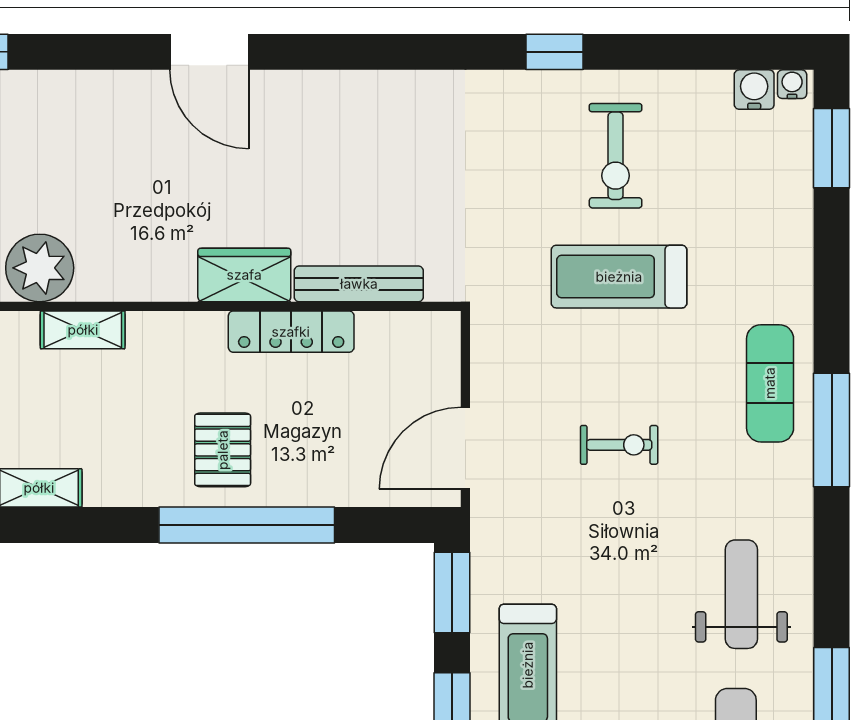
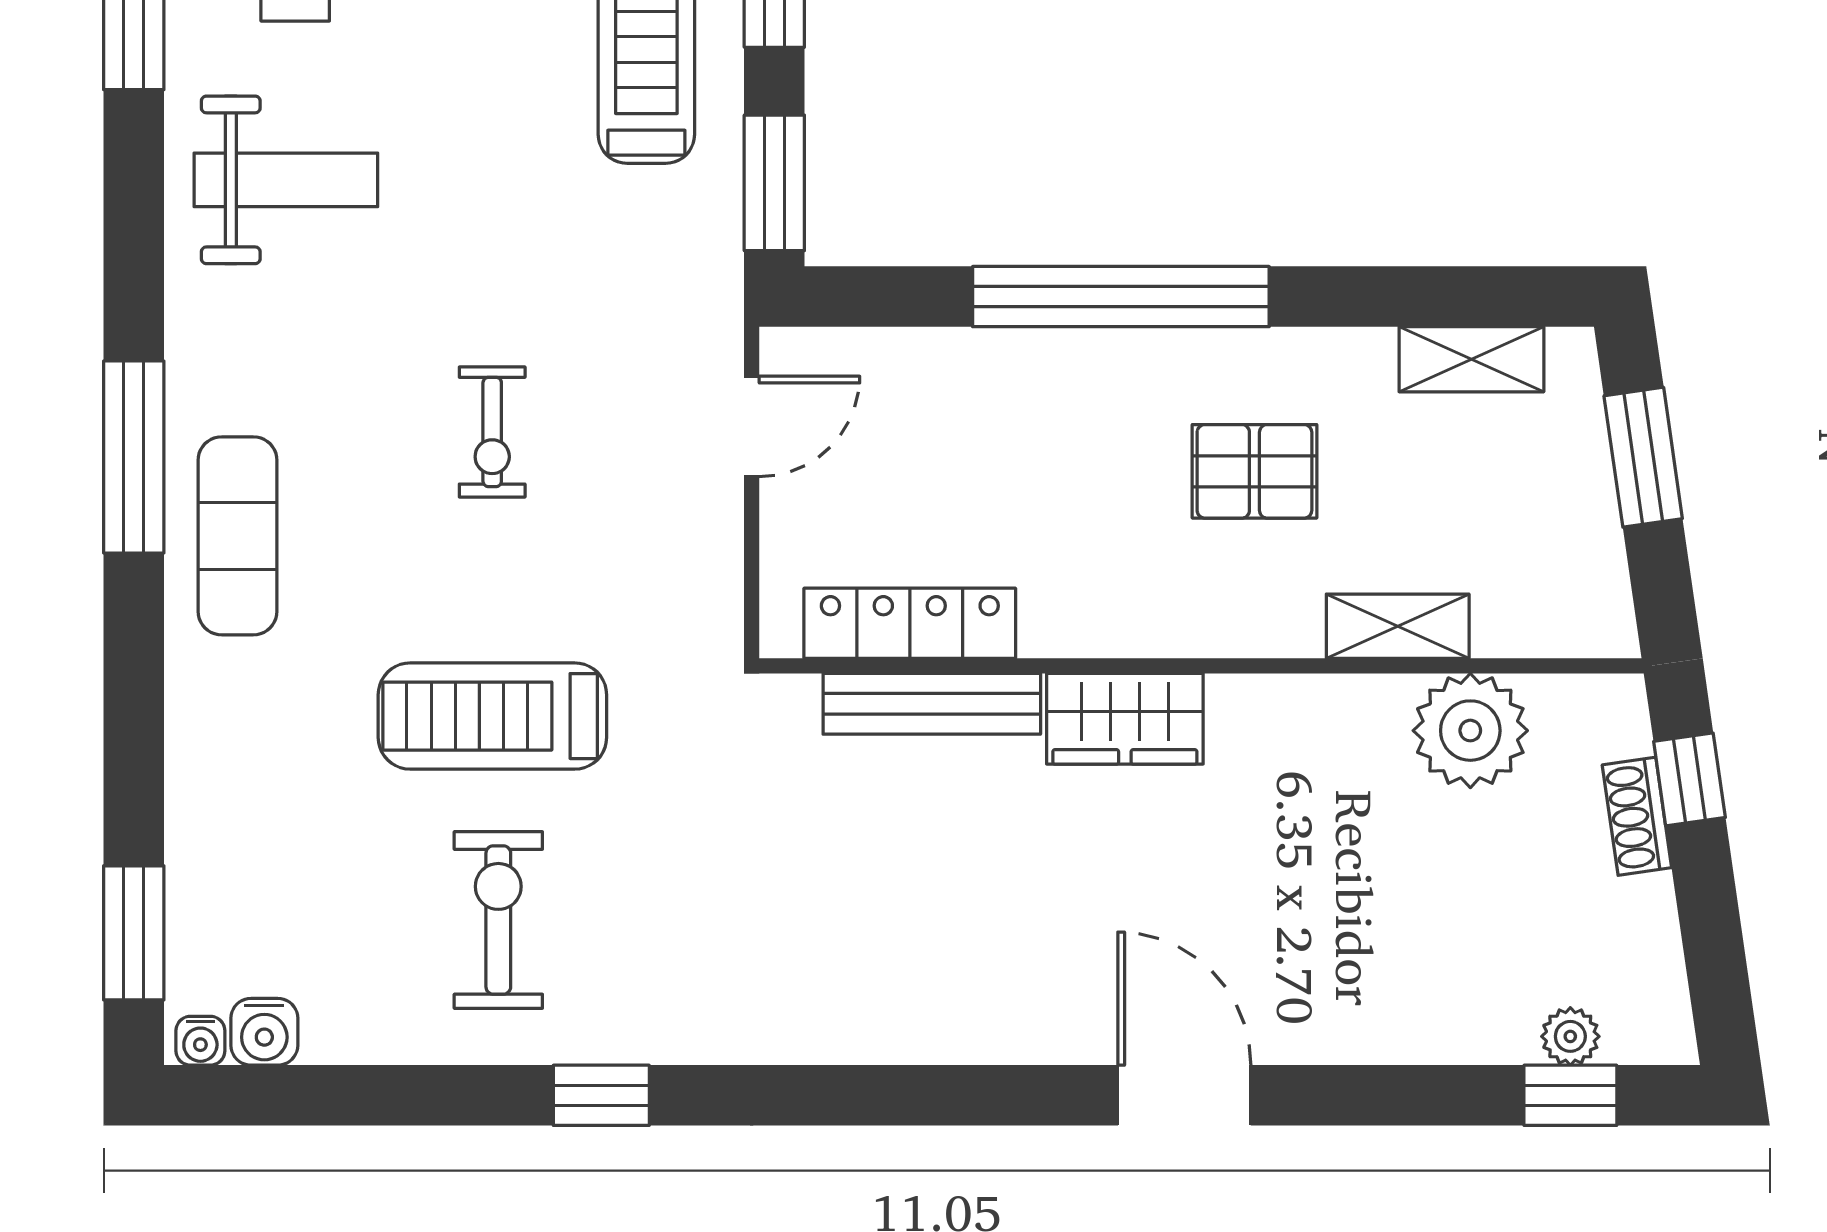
treadmill: (619, 277) -> (492, 716), turned 180
locker: (291, 332) -> (910, 623), moved
exercise bike: (619, 445) -> (492, 432), turned -90
door: (465, 448) -> (752, 426), width x0.73
pallet: (223, 450) -> (1254, 471), moved, turned 90
weight bench: (741, 594) -> (286, 180), turned -90

